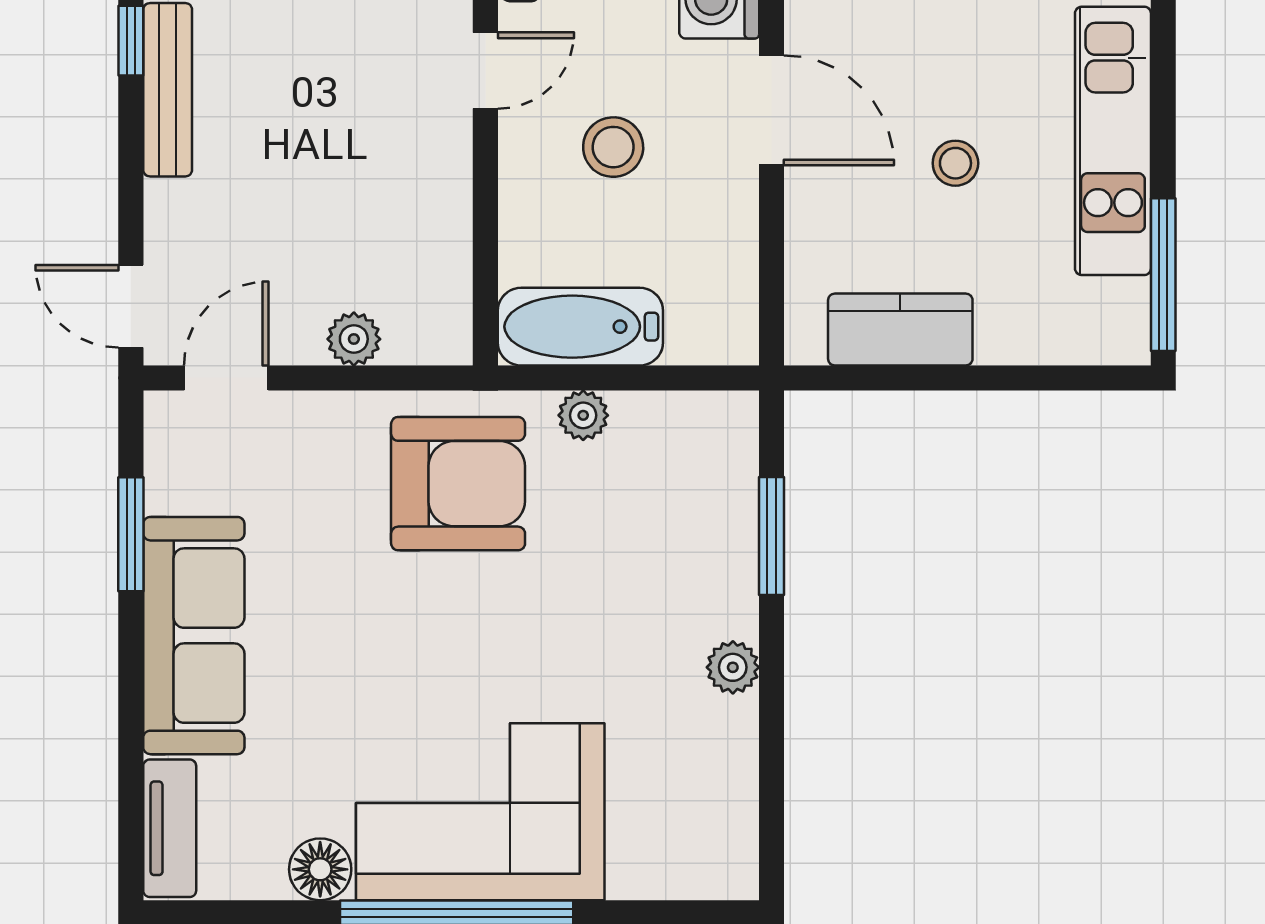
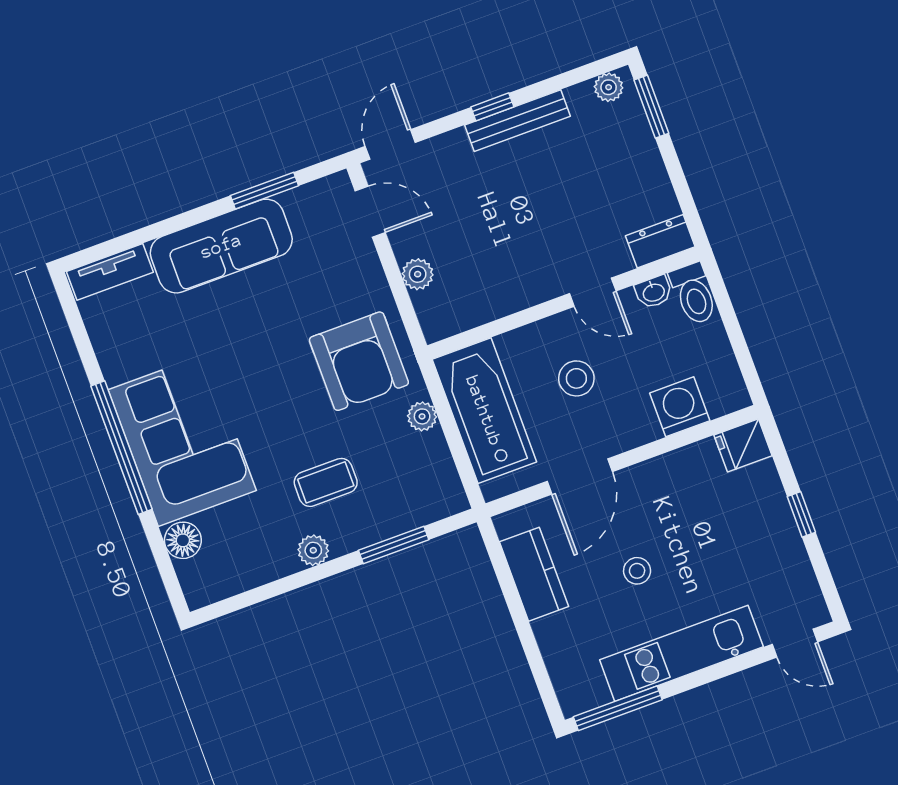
window: (131, 41) -> (492, 107), moved
door: (771, 110) -> (580, 476), moved
bathtub: (580, 327) -> (484, 411), width x1.36, depth x1.36
coffee table: (632, 608) -> (326, 482), added
floor lamp: (320, 869) -> (183, 540), moved

